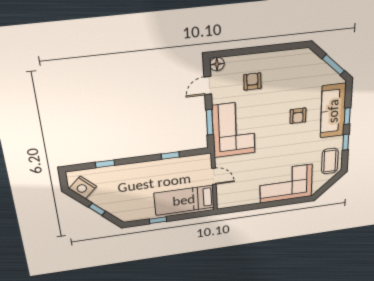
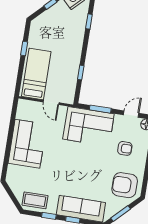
door: (208, 86) -> (131, 114), hinge flipped
armchair: (298, 116) -> (125, 185), moved, width x1.88, depth x1.88
door: (214, 176) -> (51, 102), hinge flipped
corner sofa: (286, 184) -> (27, 144), moved

